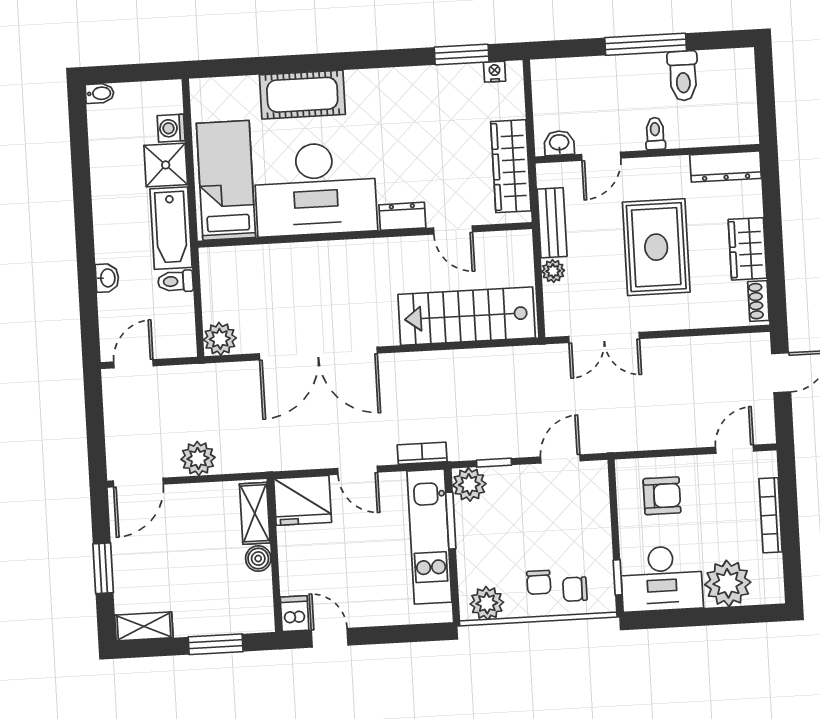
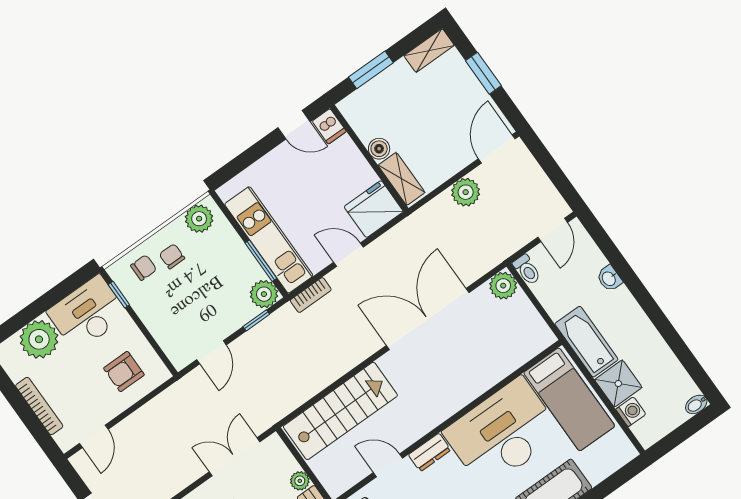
toilet: (175, 281) -> (527, 270), moved, turned 90

